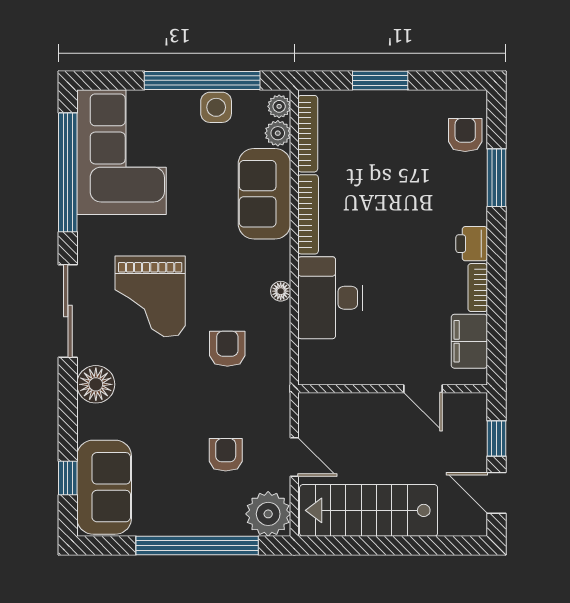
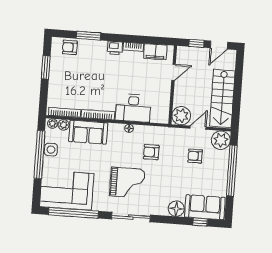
window: (380, 80) -> (46, 67), moved
floor lamp: (96, 384) -> (176, 209), moved
plant: (320, 415) -> (181, 116), added

